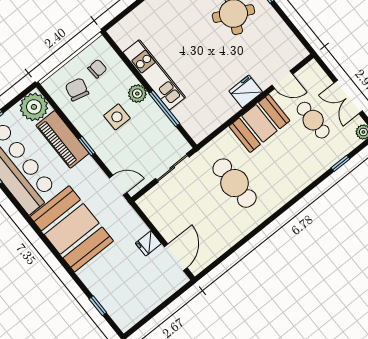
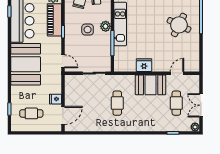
door: (282, 80) -> (177, 73), swing flipped
fridge: (246, 91) -> (144, 65), moved
cafe table: (235, 183) -> (117, 103), width x0.73, depth x0.74
cafe table: (132, 288) -> (31, 113), added

